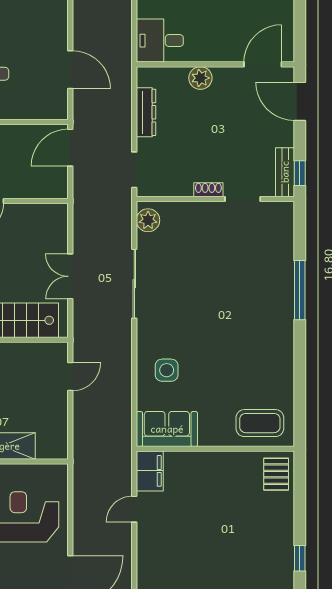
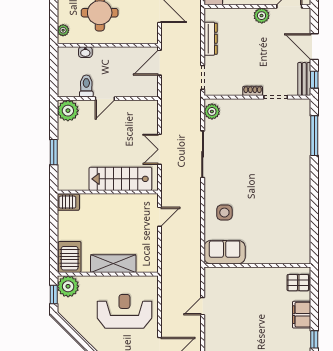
plant: (200, 78) -> (262, 16), moved
door: (300, 101) -> (314, 47), moved
window: (300, 290) -> (314, 136), moved
coffee table: (260, 423) -> (287, 248), removed
filing cabinet: (150, 471) -> (302, 315), moved, turned 180
pallet: (276, 474) -> (298, 283), turned 90

